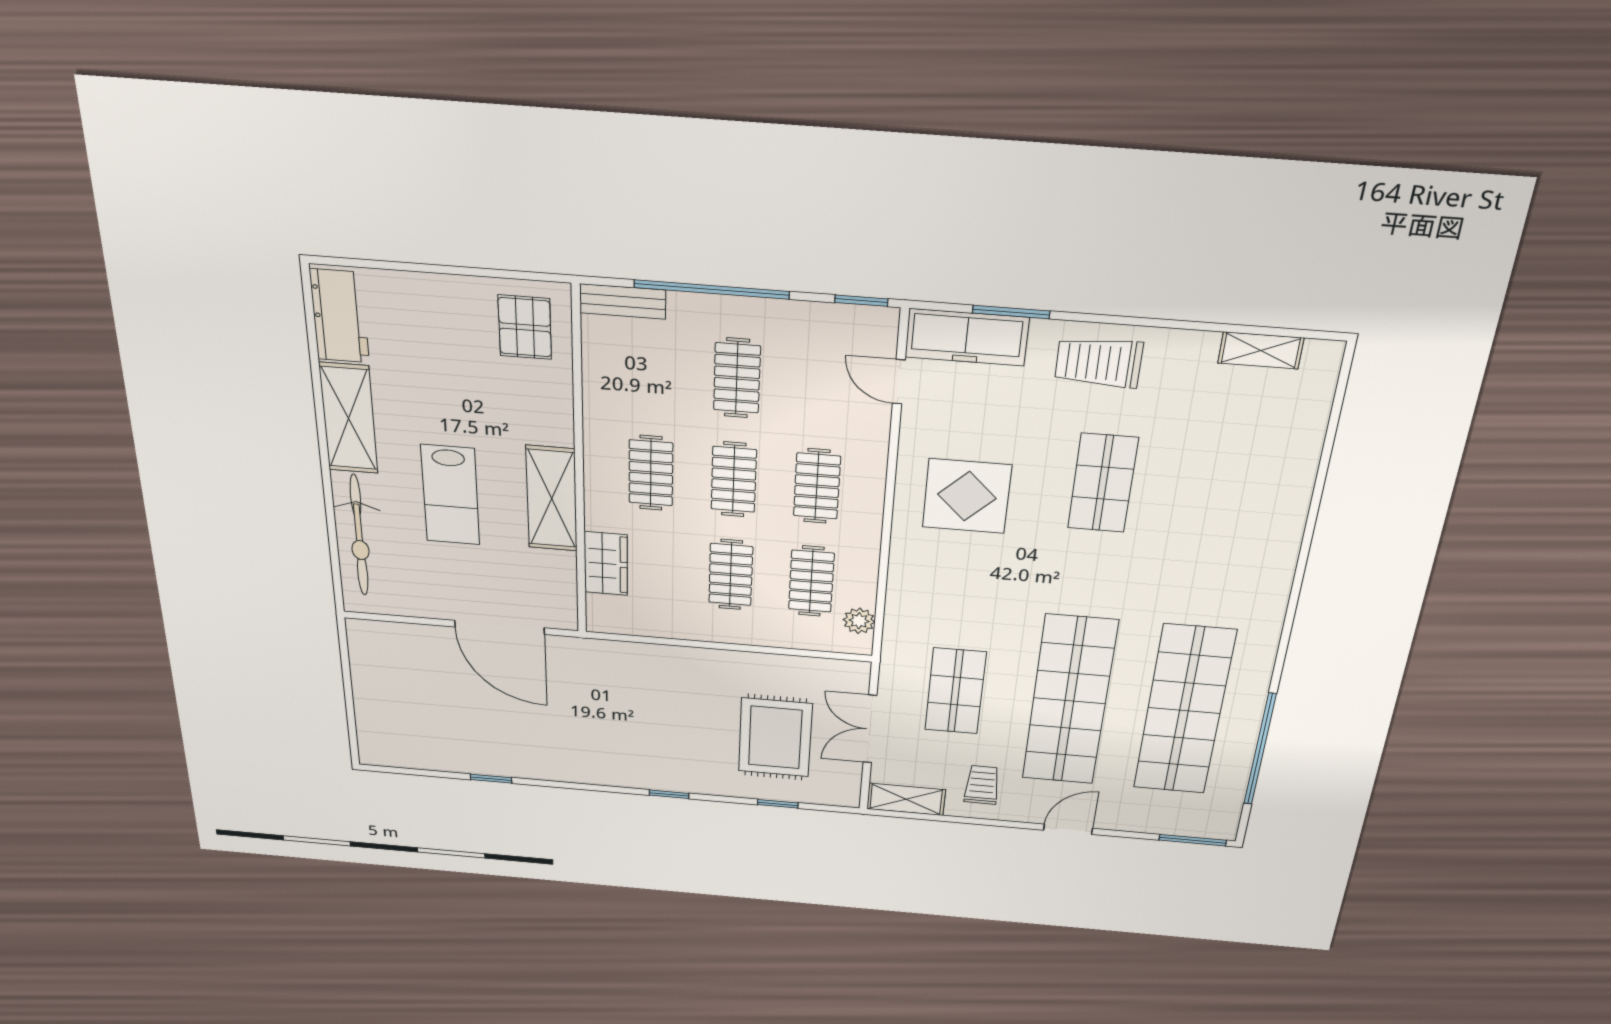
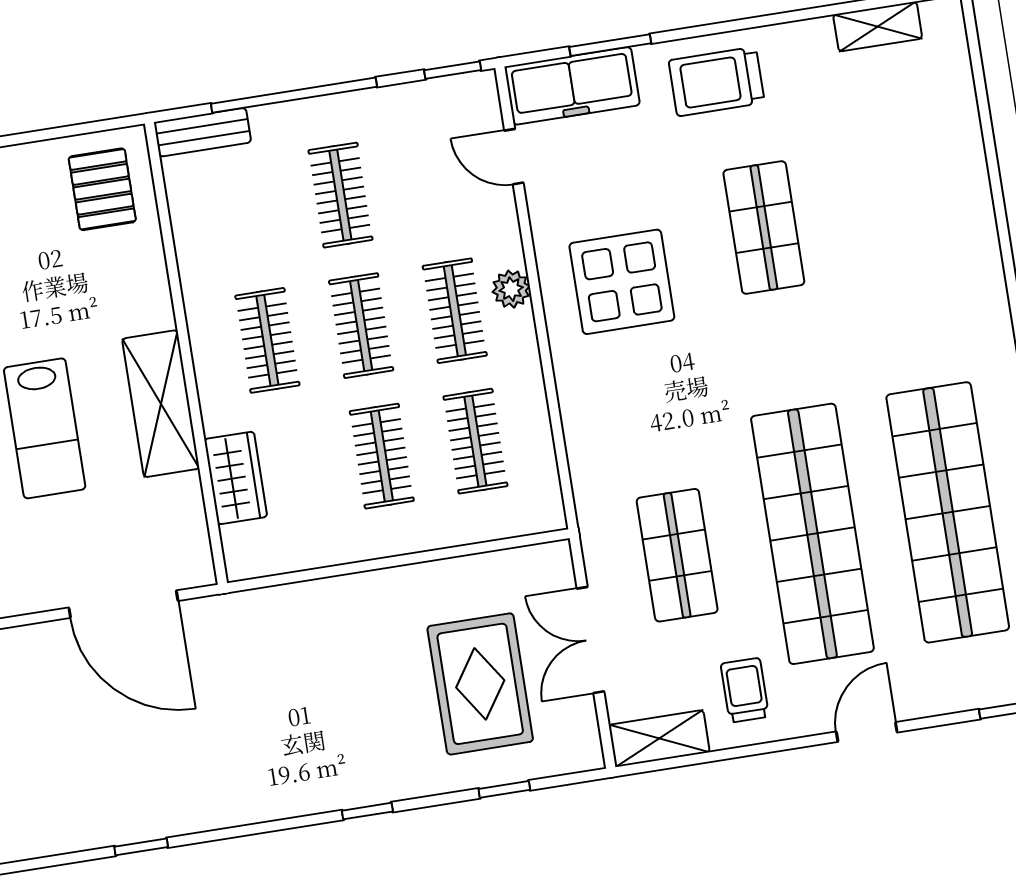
plant: (859, 621) -> (511, 289), moved

